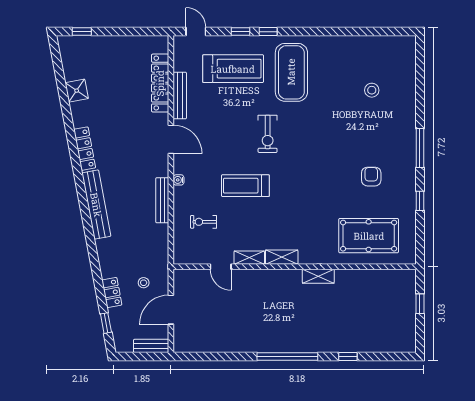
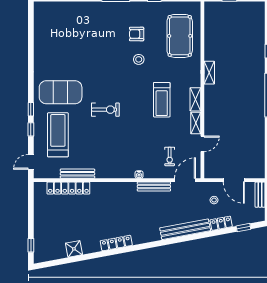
stool: (372, 90) -> (139, 59), moved
door: (171, 139) -> (185, 180), moved
treadmill: (245, 186) -> (162, 100), moved
bench: (96, 205) -> (185, 229), moved

